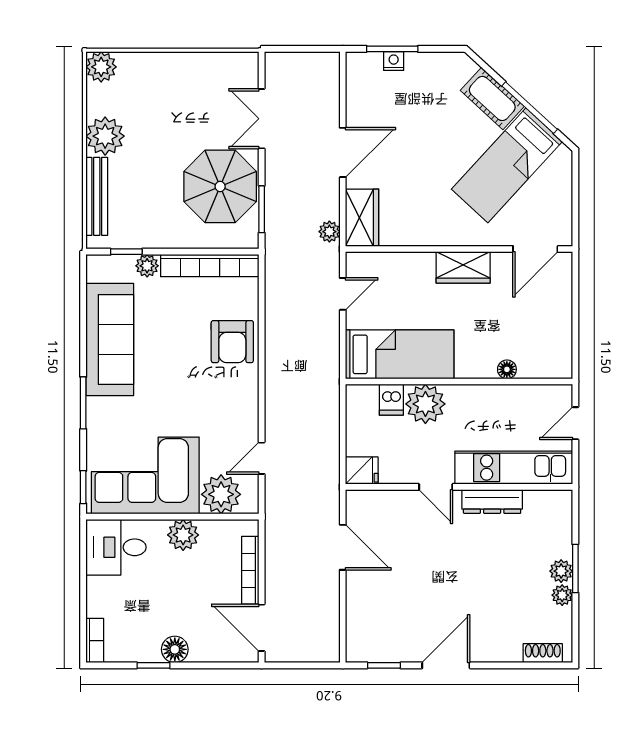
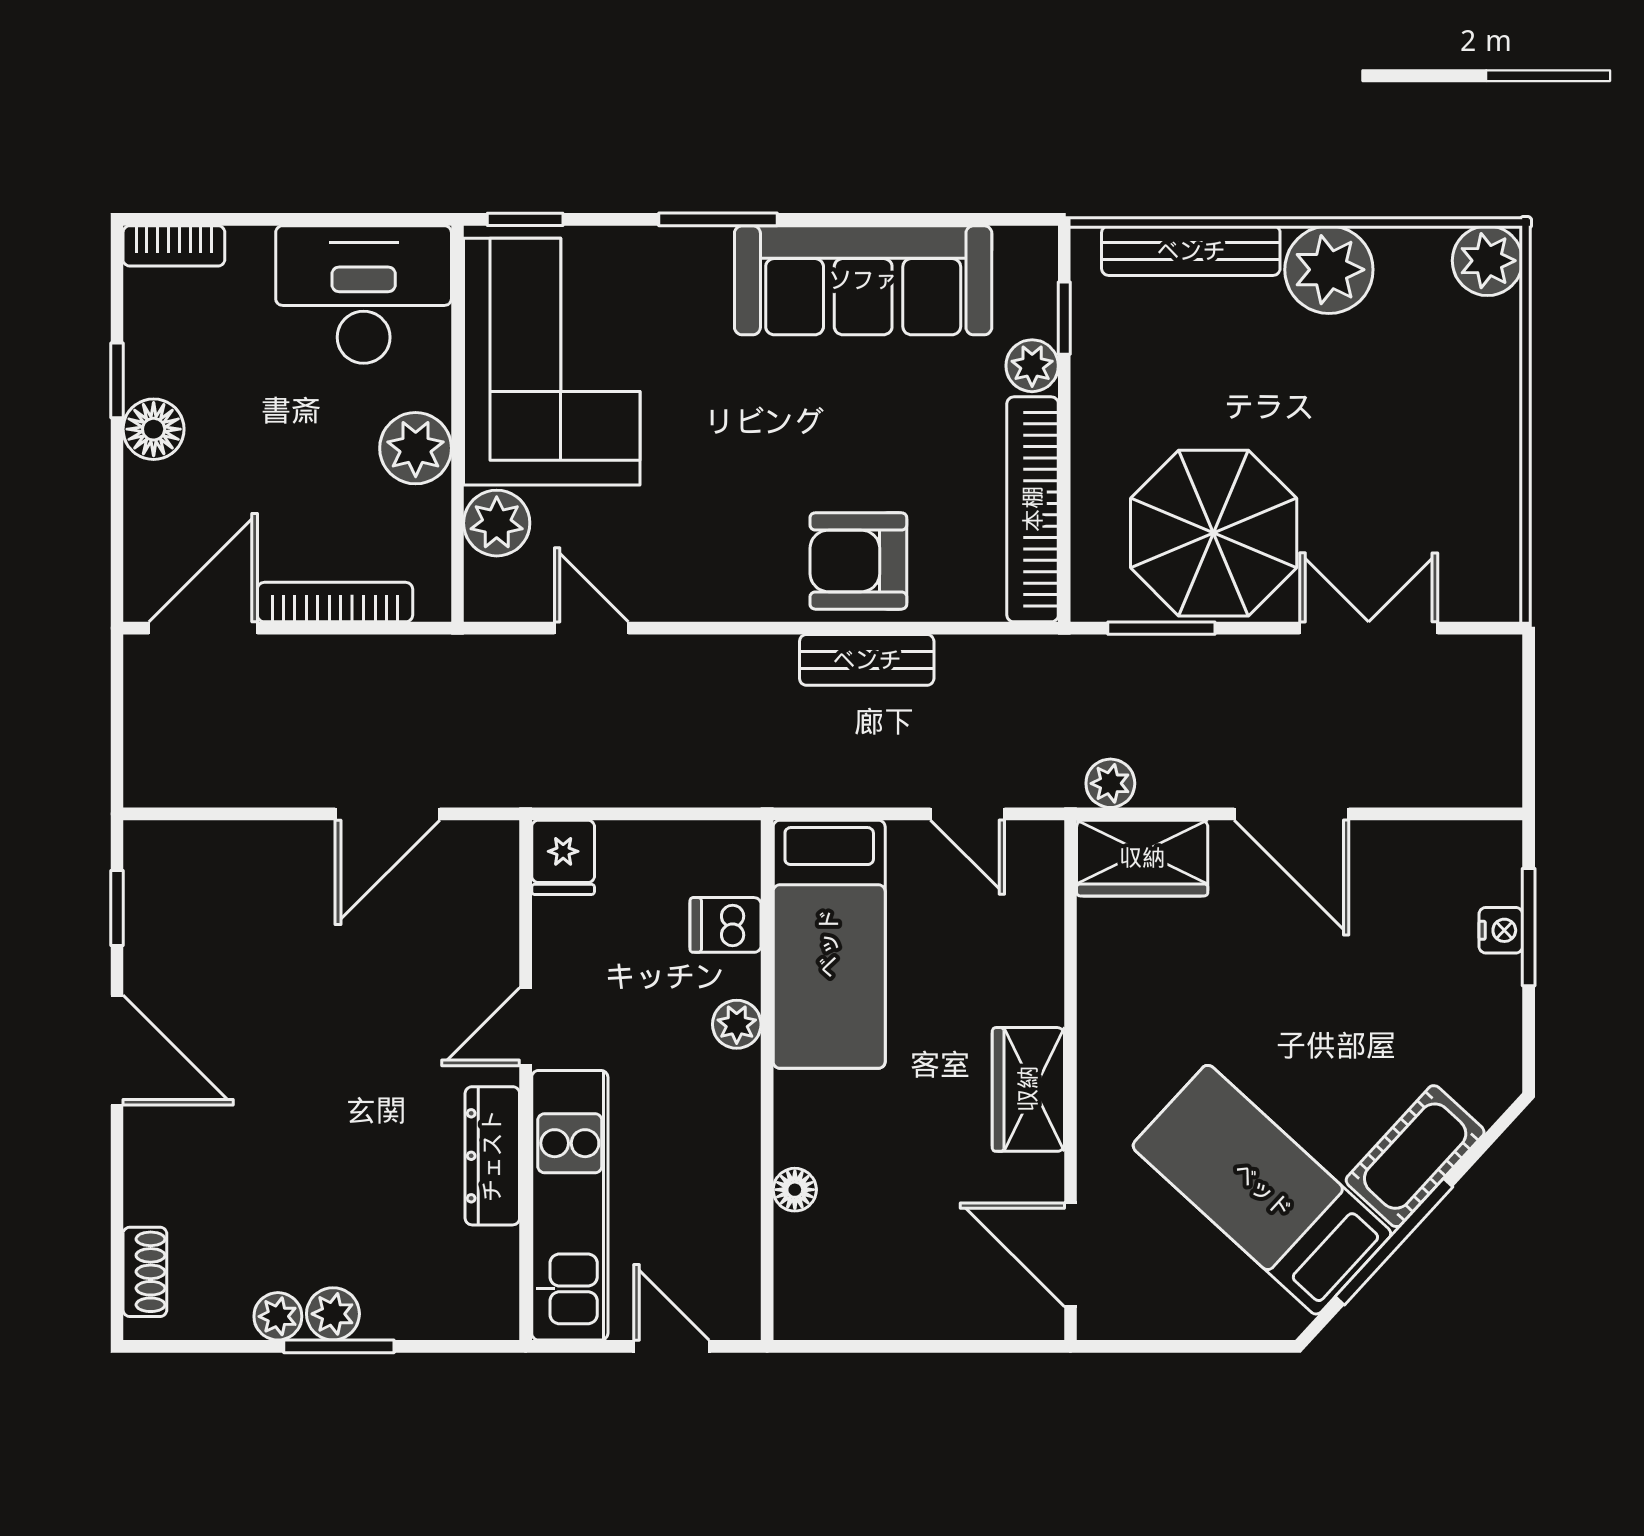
bench: (276, 338) -> (867, 660), added
plant: (425, 404) -> (737, 1024), width x0.53, depth x0.53
plant: (221, 494) -> (497, 523), width x0.73, depth x0.73
desk: (116, 547) -> (364, 295), width x1.37

